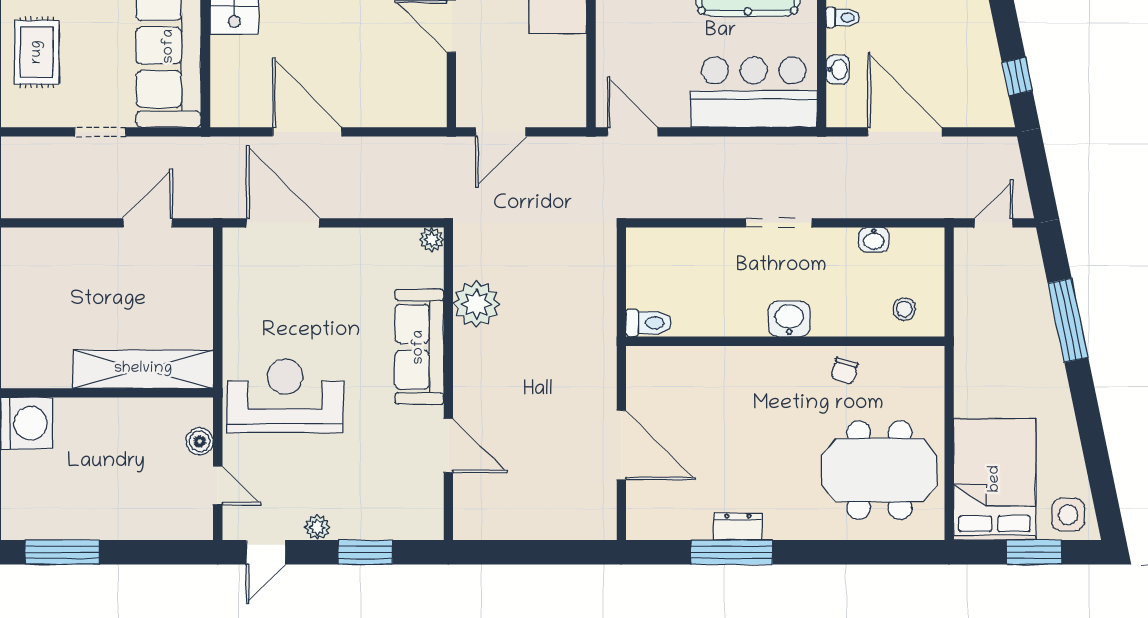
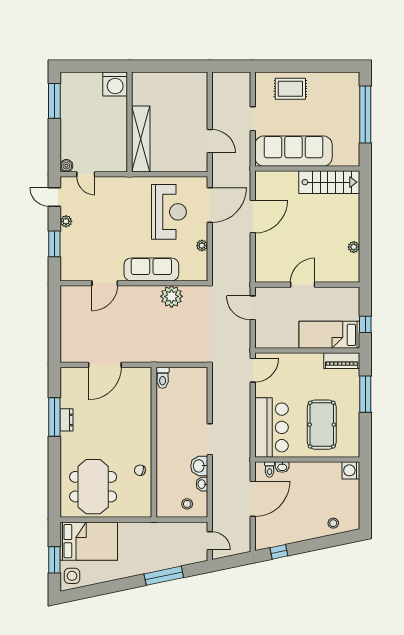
toilet: (843, 17) -> (270, 469), moved
plant: (432, 240) -> (202, 246), moved
stool: (904, 309) -> (187, 504), moved
washbasin: (789, 319) -> (199, 466), moved, turned 180
reception desk: (285, 396) -> (169, 212), moved
boiler: (200, 441) -> (66, 166), moved
door: (218, 485) -> (86, 174), hinge flipped

